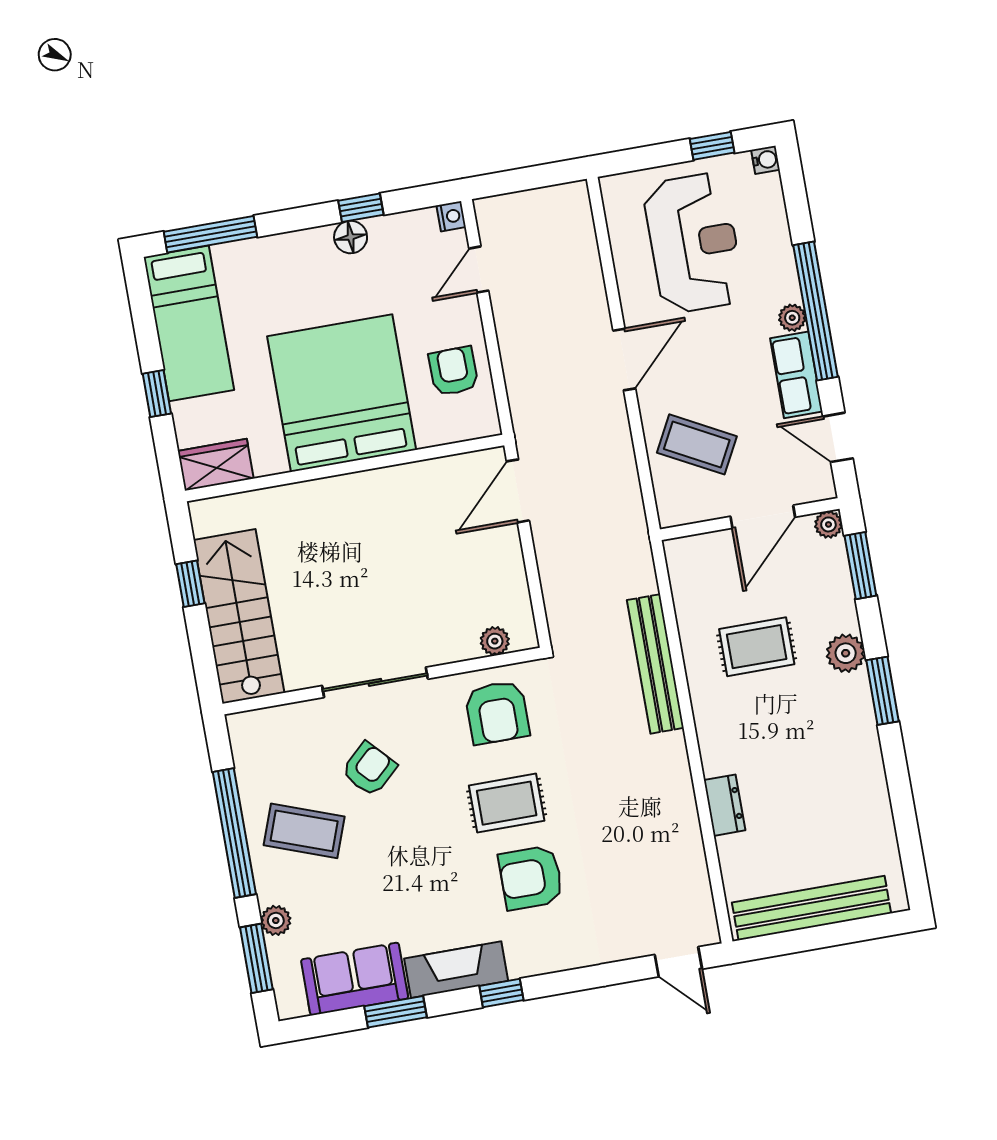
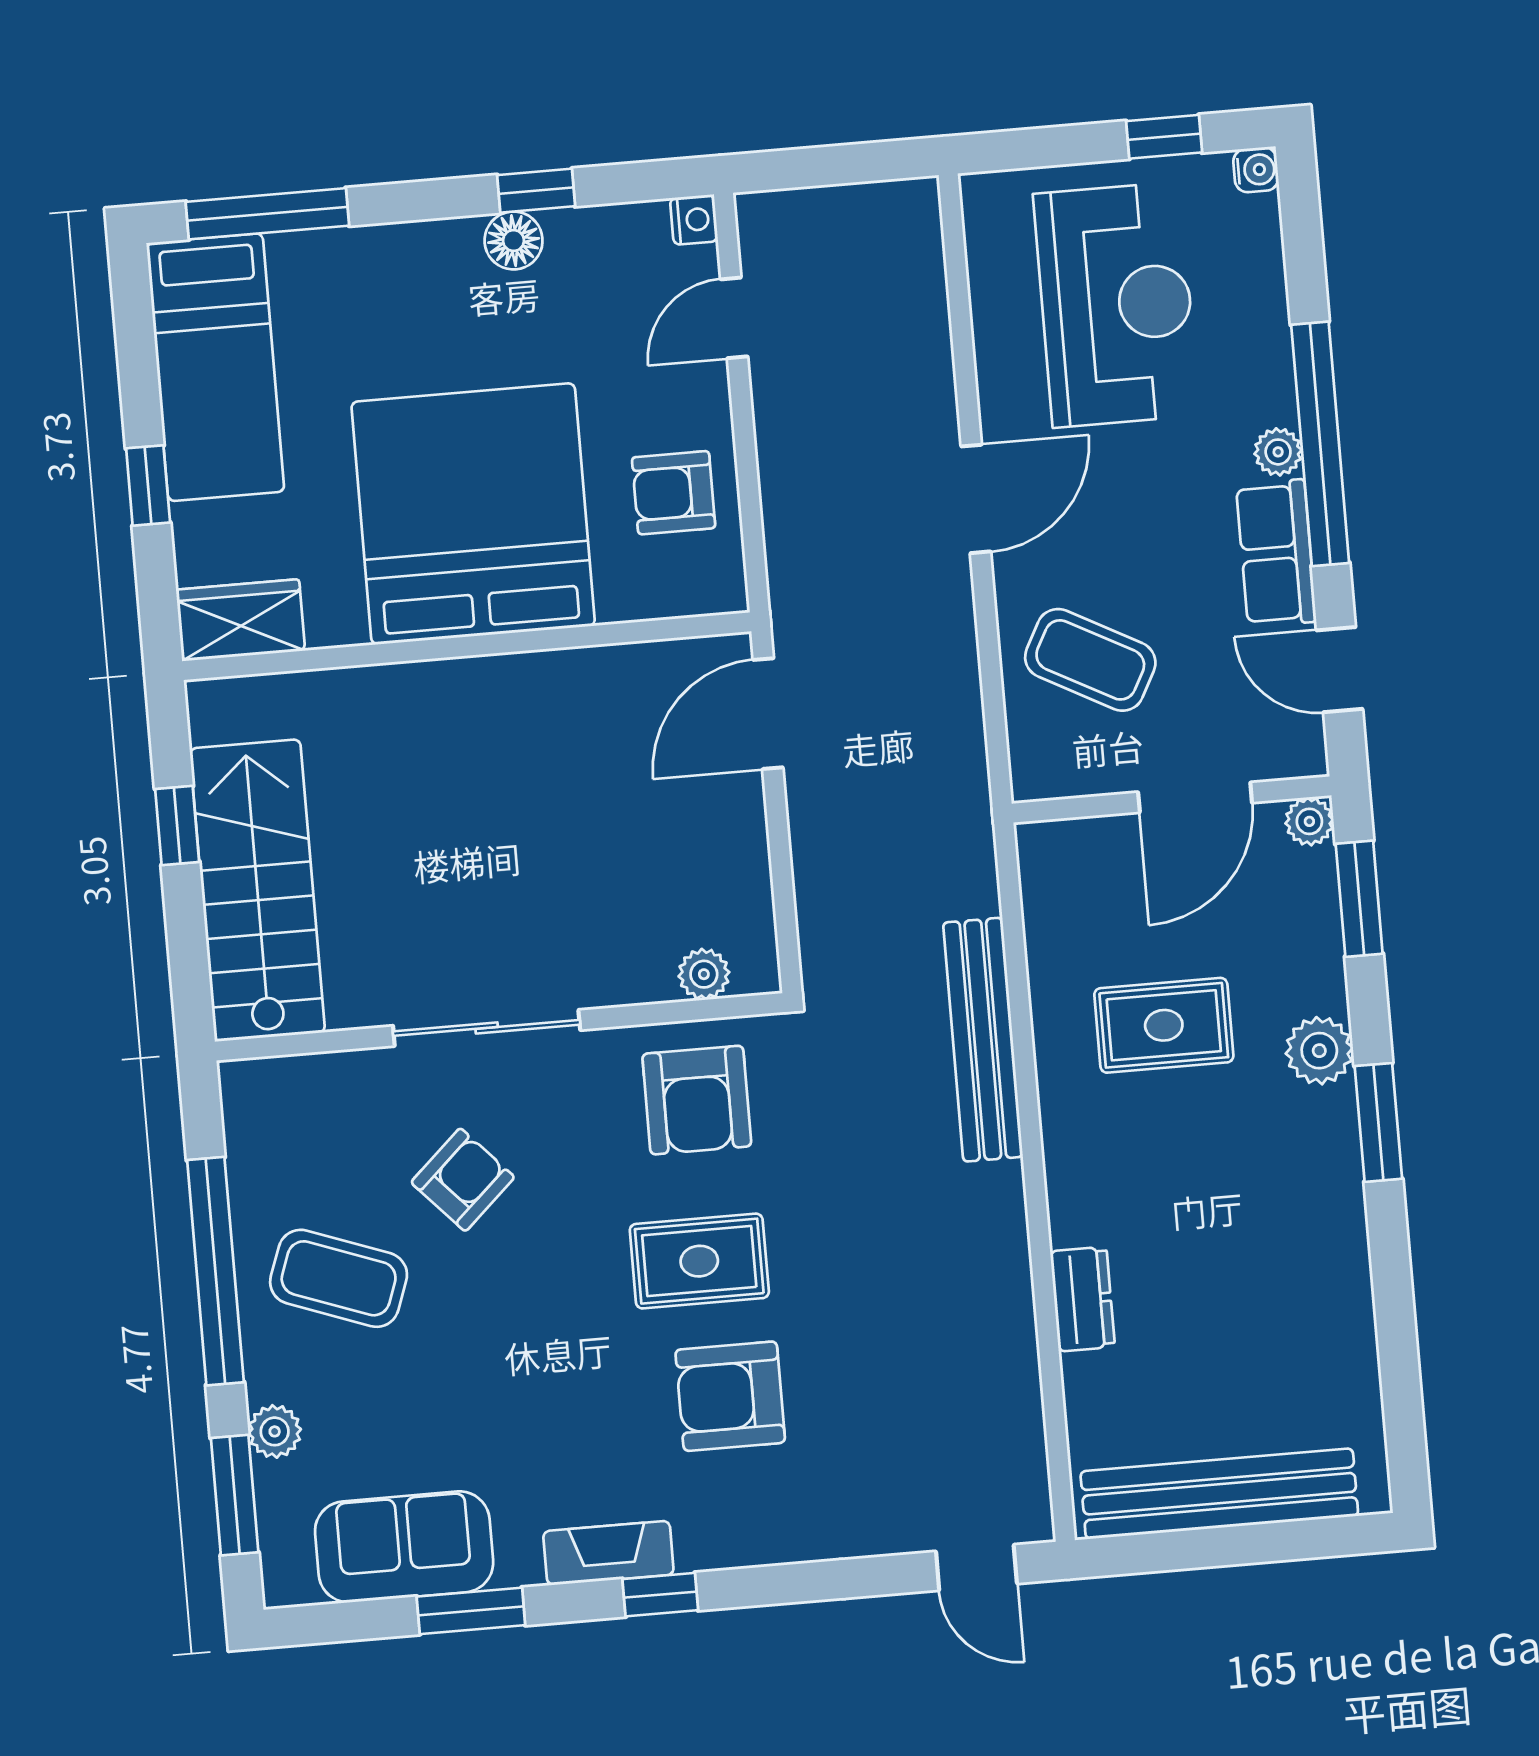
armchair: (453, 371) -> (674, 493), turned -89
fireplace: (456, 970) -> (608, 1553), width x0.73, depth x0.76

